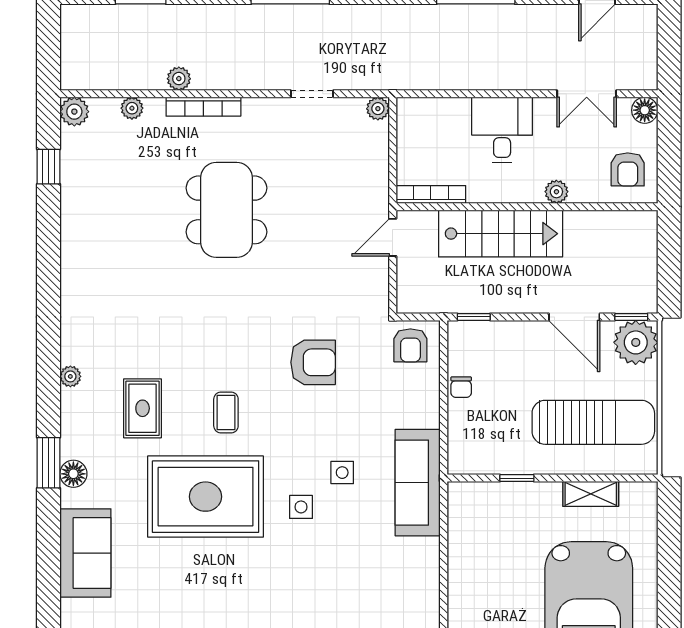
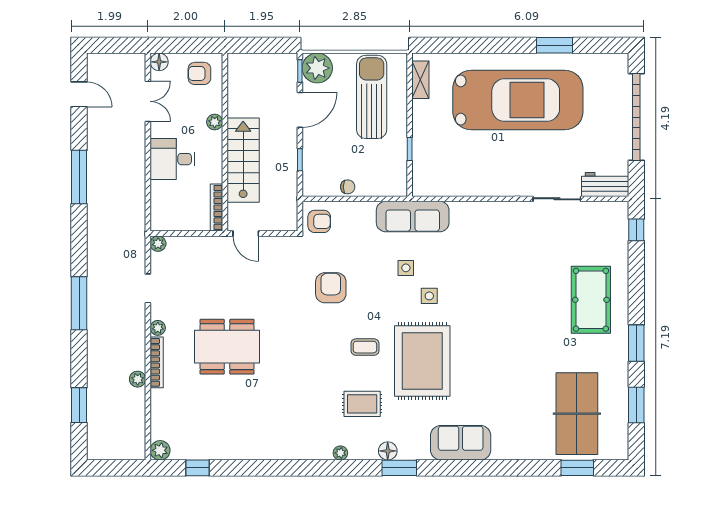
plant: (132, 108) -> (158, 328), moved
armchair: (628, 169) -> (199, 73), turned 180
window: (474, 317) -> (300, 160), moved
floor lamp: (73, 474) -> (388, 451), moved
shelving: (591, 494) -> (420, 80), moved

